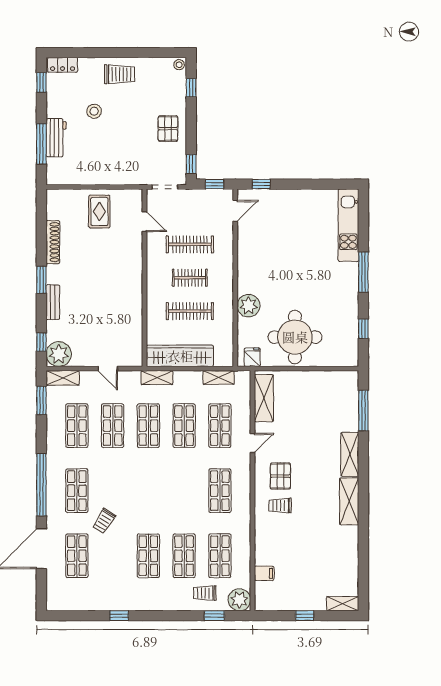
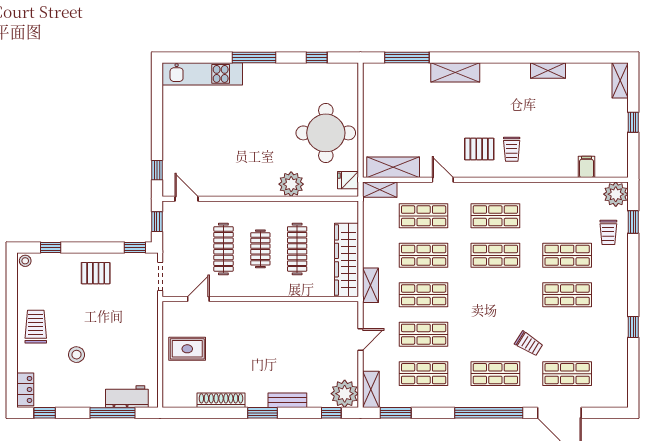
workbench: (56, 138) -> (127, 397), moved
shelving: (219, 377) -> (380, 190), moved, turned 90
shelving: (349, 501) -> (548, 70), moved, width x0.67, depth x0.75
shop shelf: (220, 556) -> (495, 255), moved

